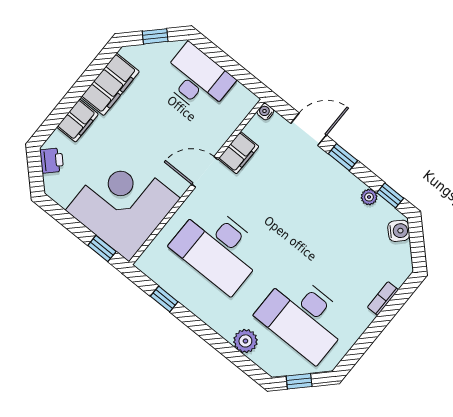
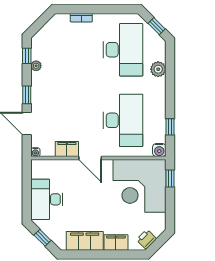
water cooler: (399, 231) -> (159, 150), moved, turned -135

